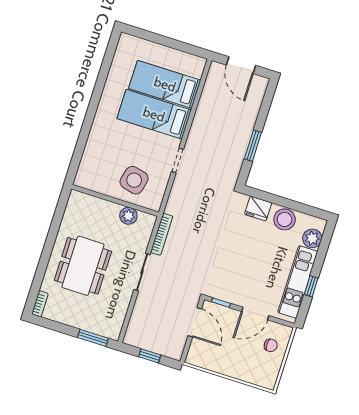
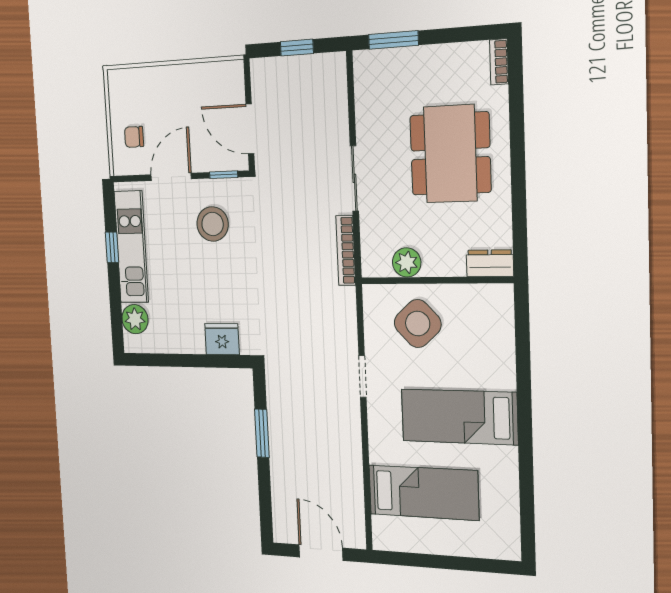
bed: (154, 114) -> (459, 417), moved, turned 180
side table: (134, 180) -> (418, 324), turned 34
dresser: (82, 200) -> (490, 263), added
stool: (285, 219) -> (213, 224), moved

